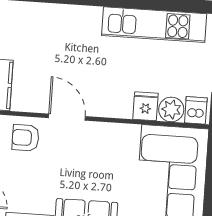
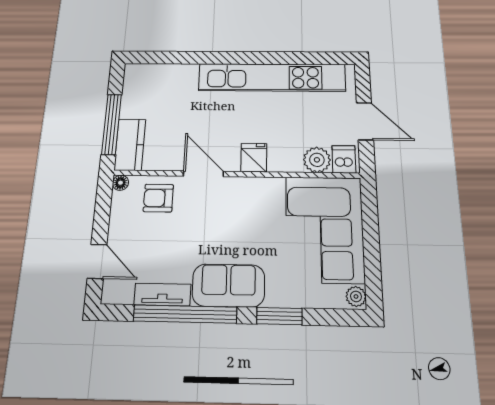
kitchen unit: (154, 25) -> (272, 77), width x1.36
fridge: (146, 106) -> (254, 158), moved

